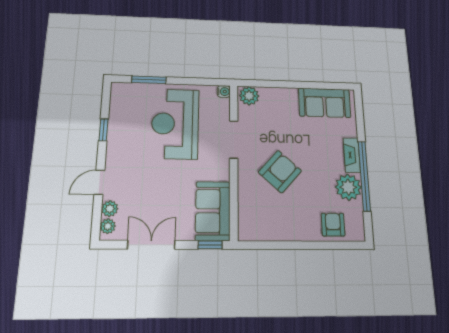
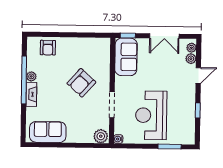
reception desk: (175, 124) -> (151, 115), turned 180
plant: (348, 187) -> (31, 76), width x0.53, depth x0.53

